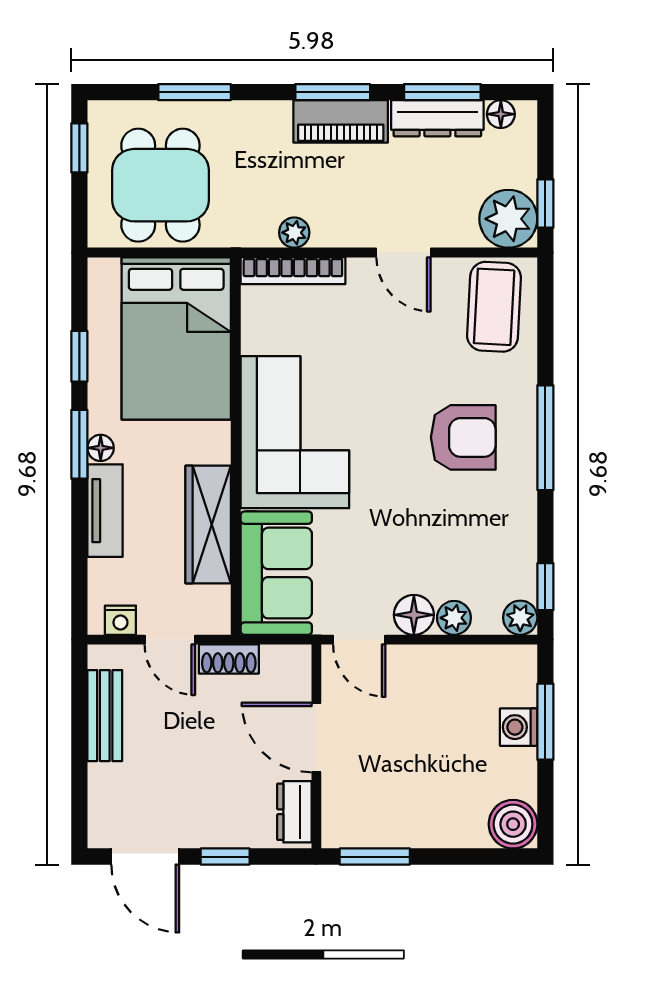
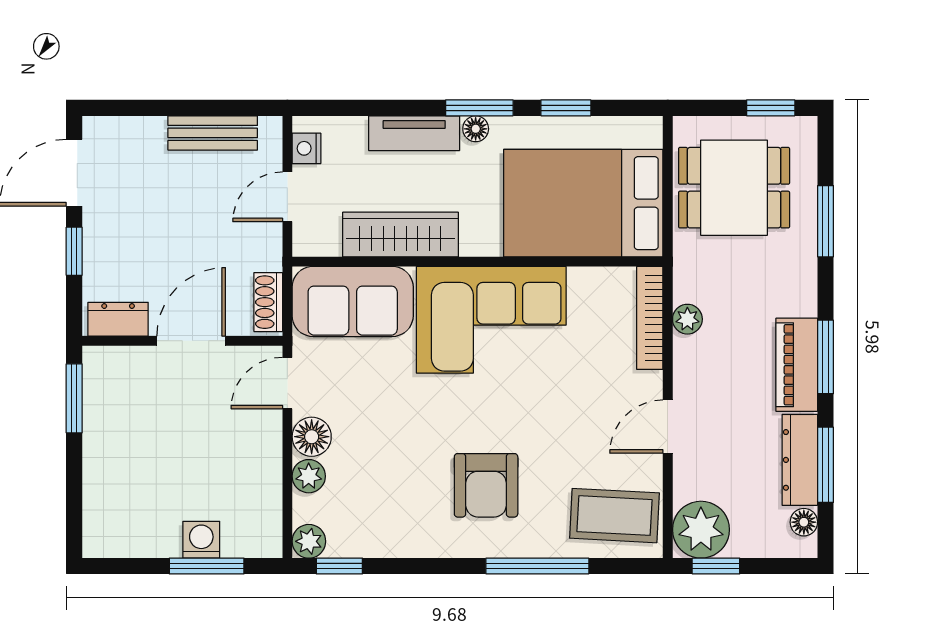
window: (545, 438) -> (537, 566), moved
shoe rack: (229, 659) -> (268, 302), moved
boiler: (513, 824) -> (106, 534), removed

